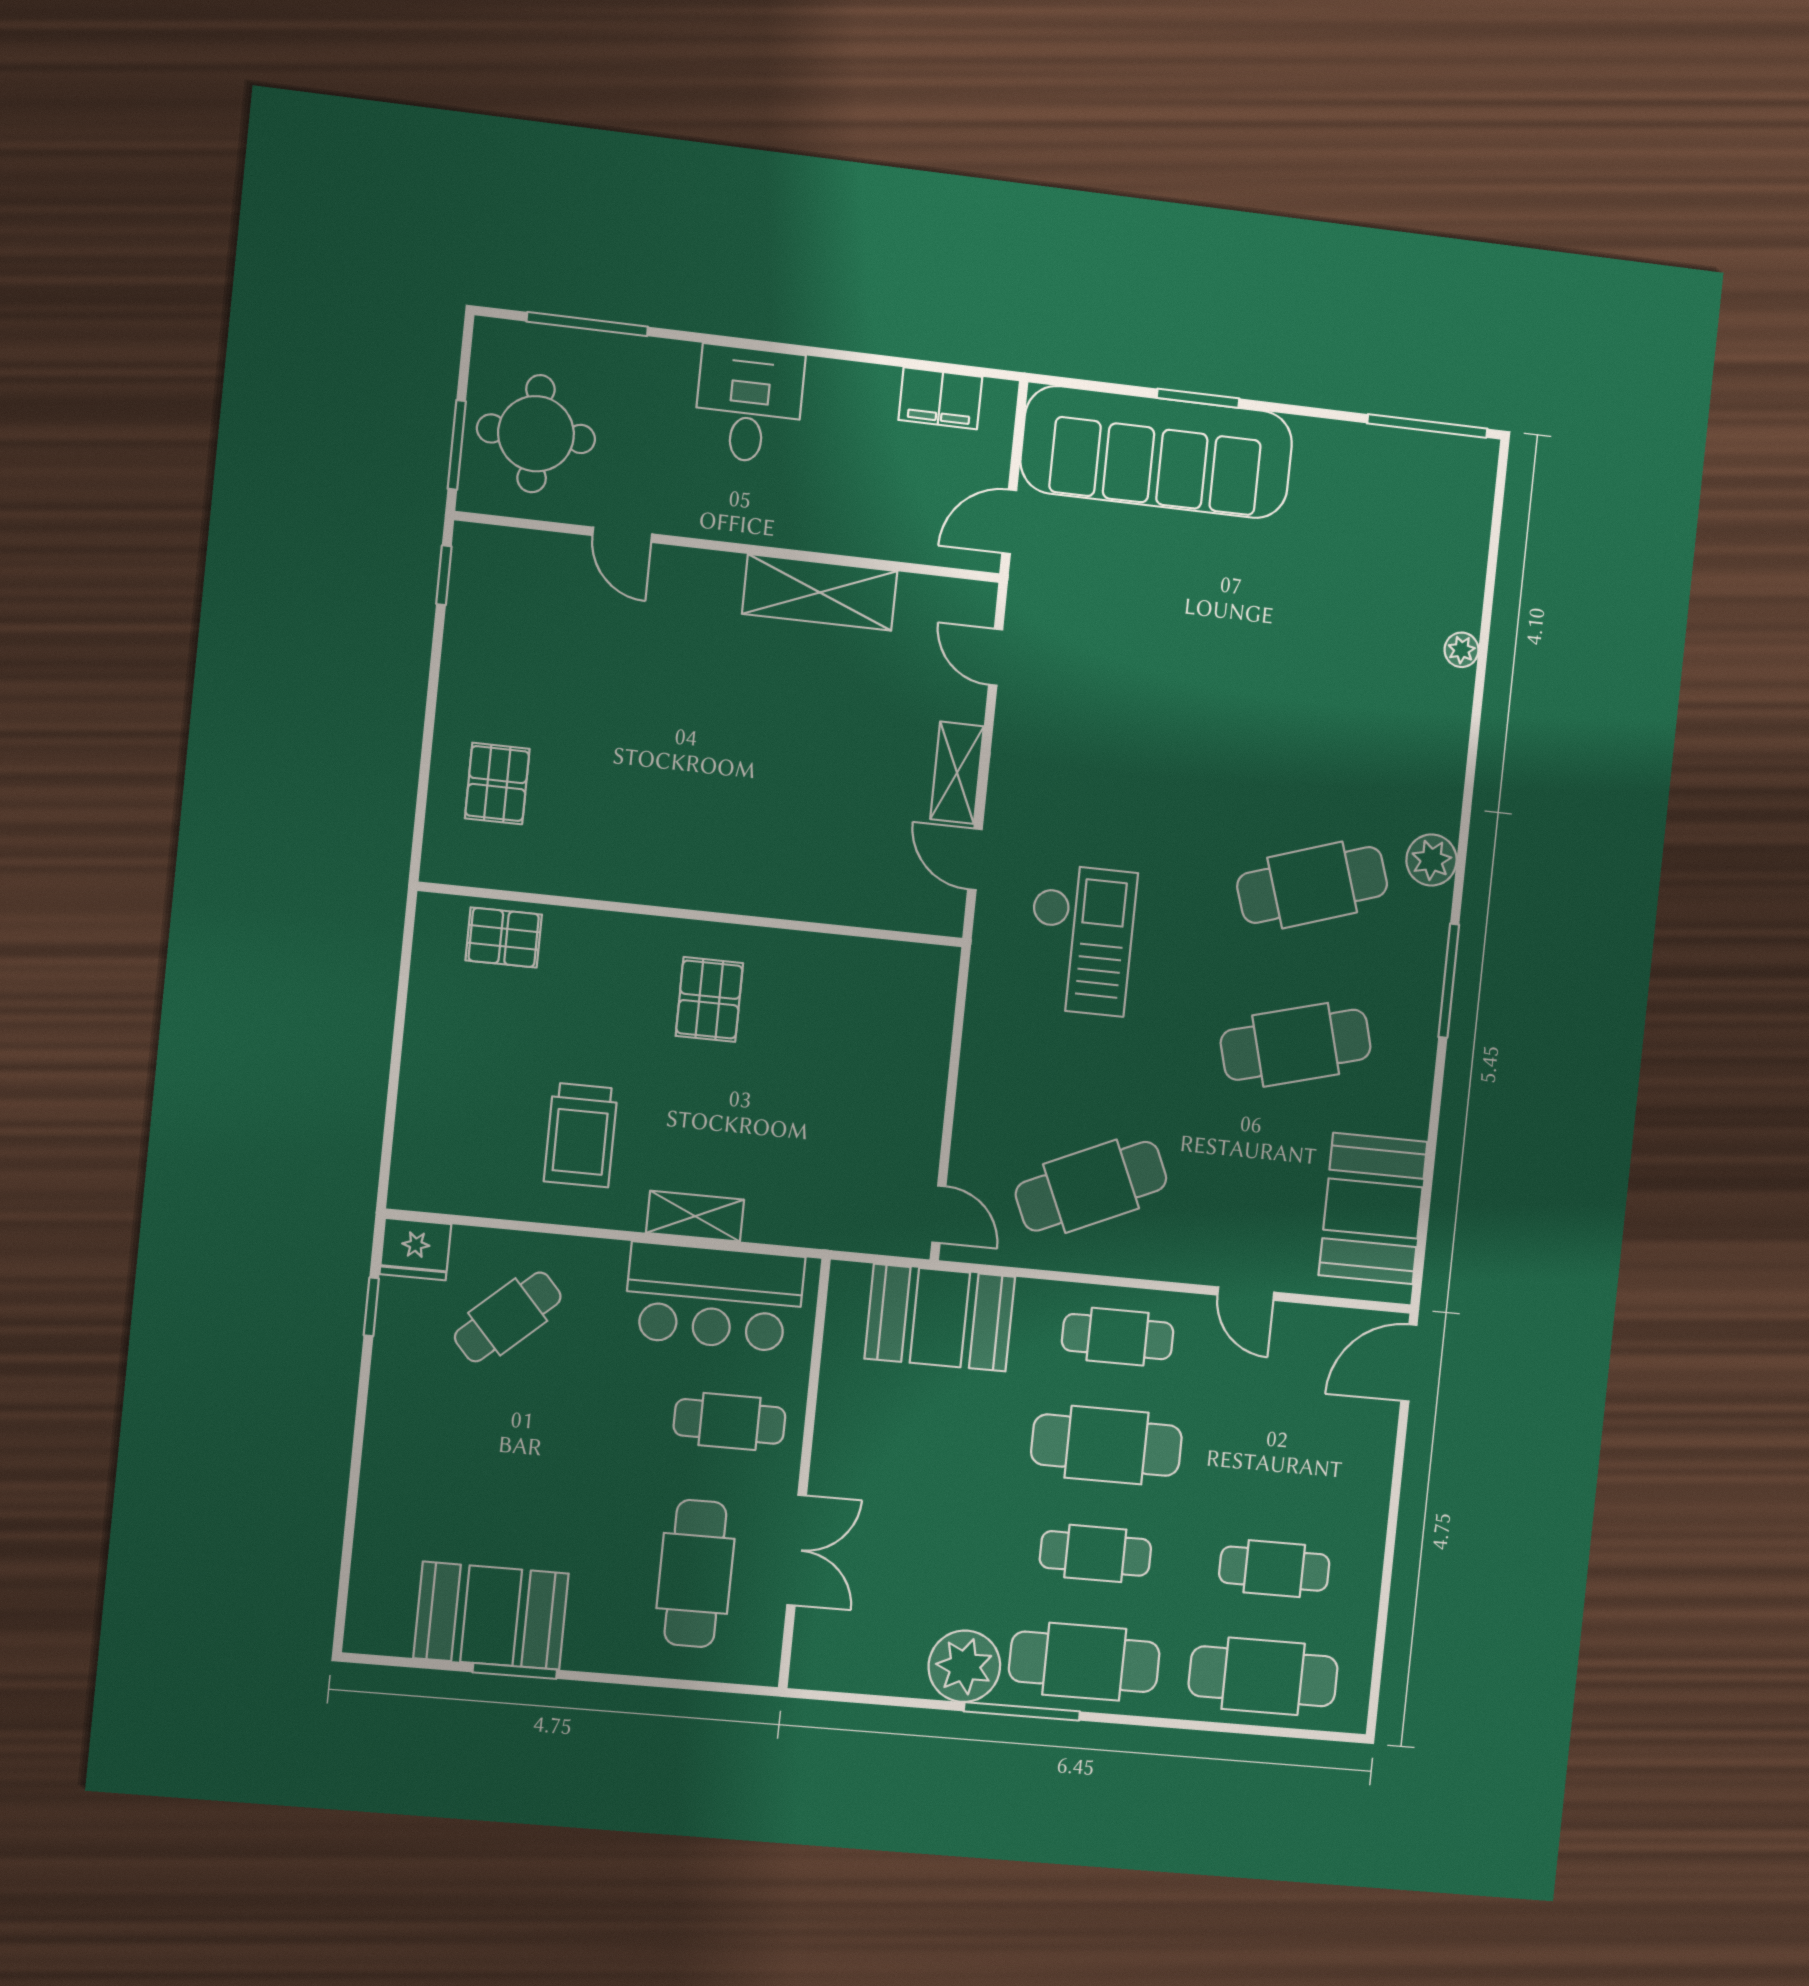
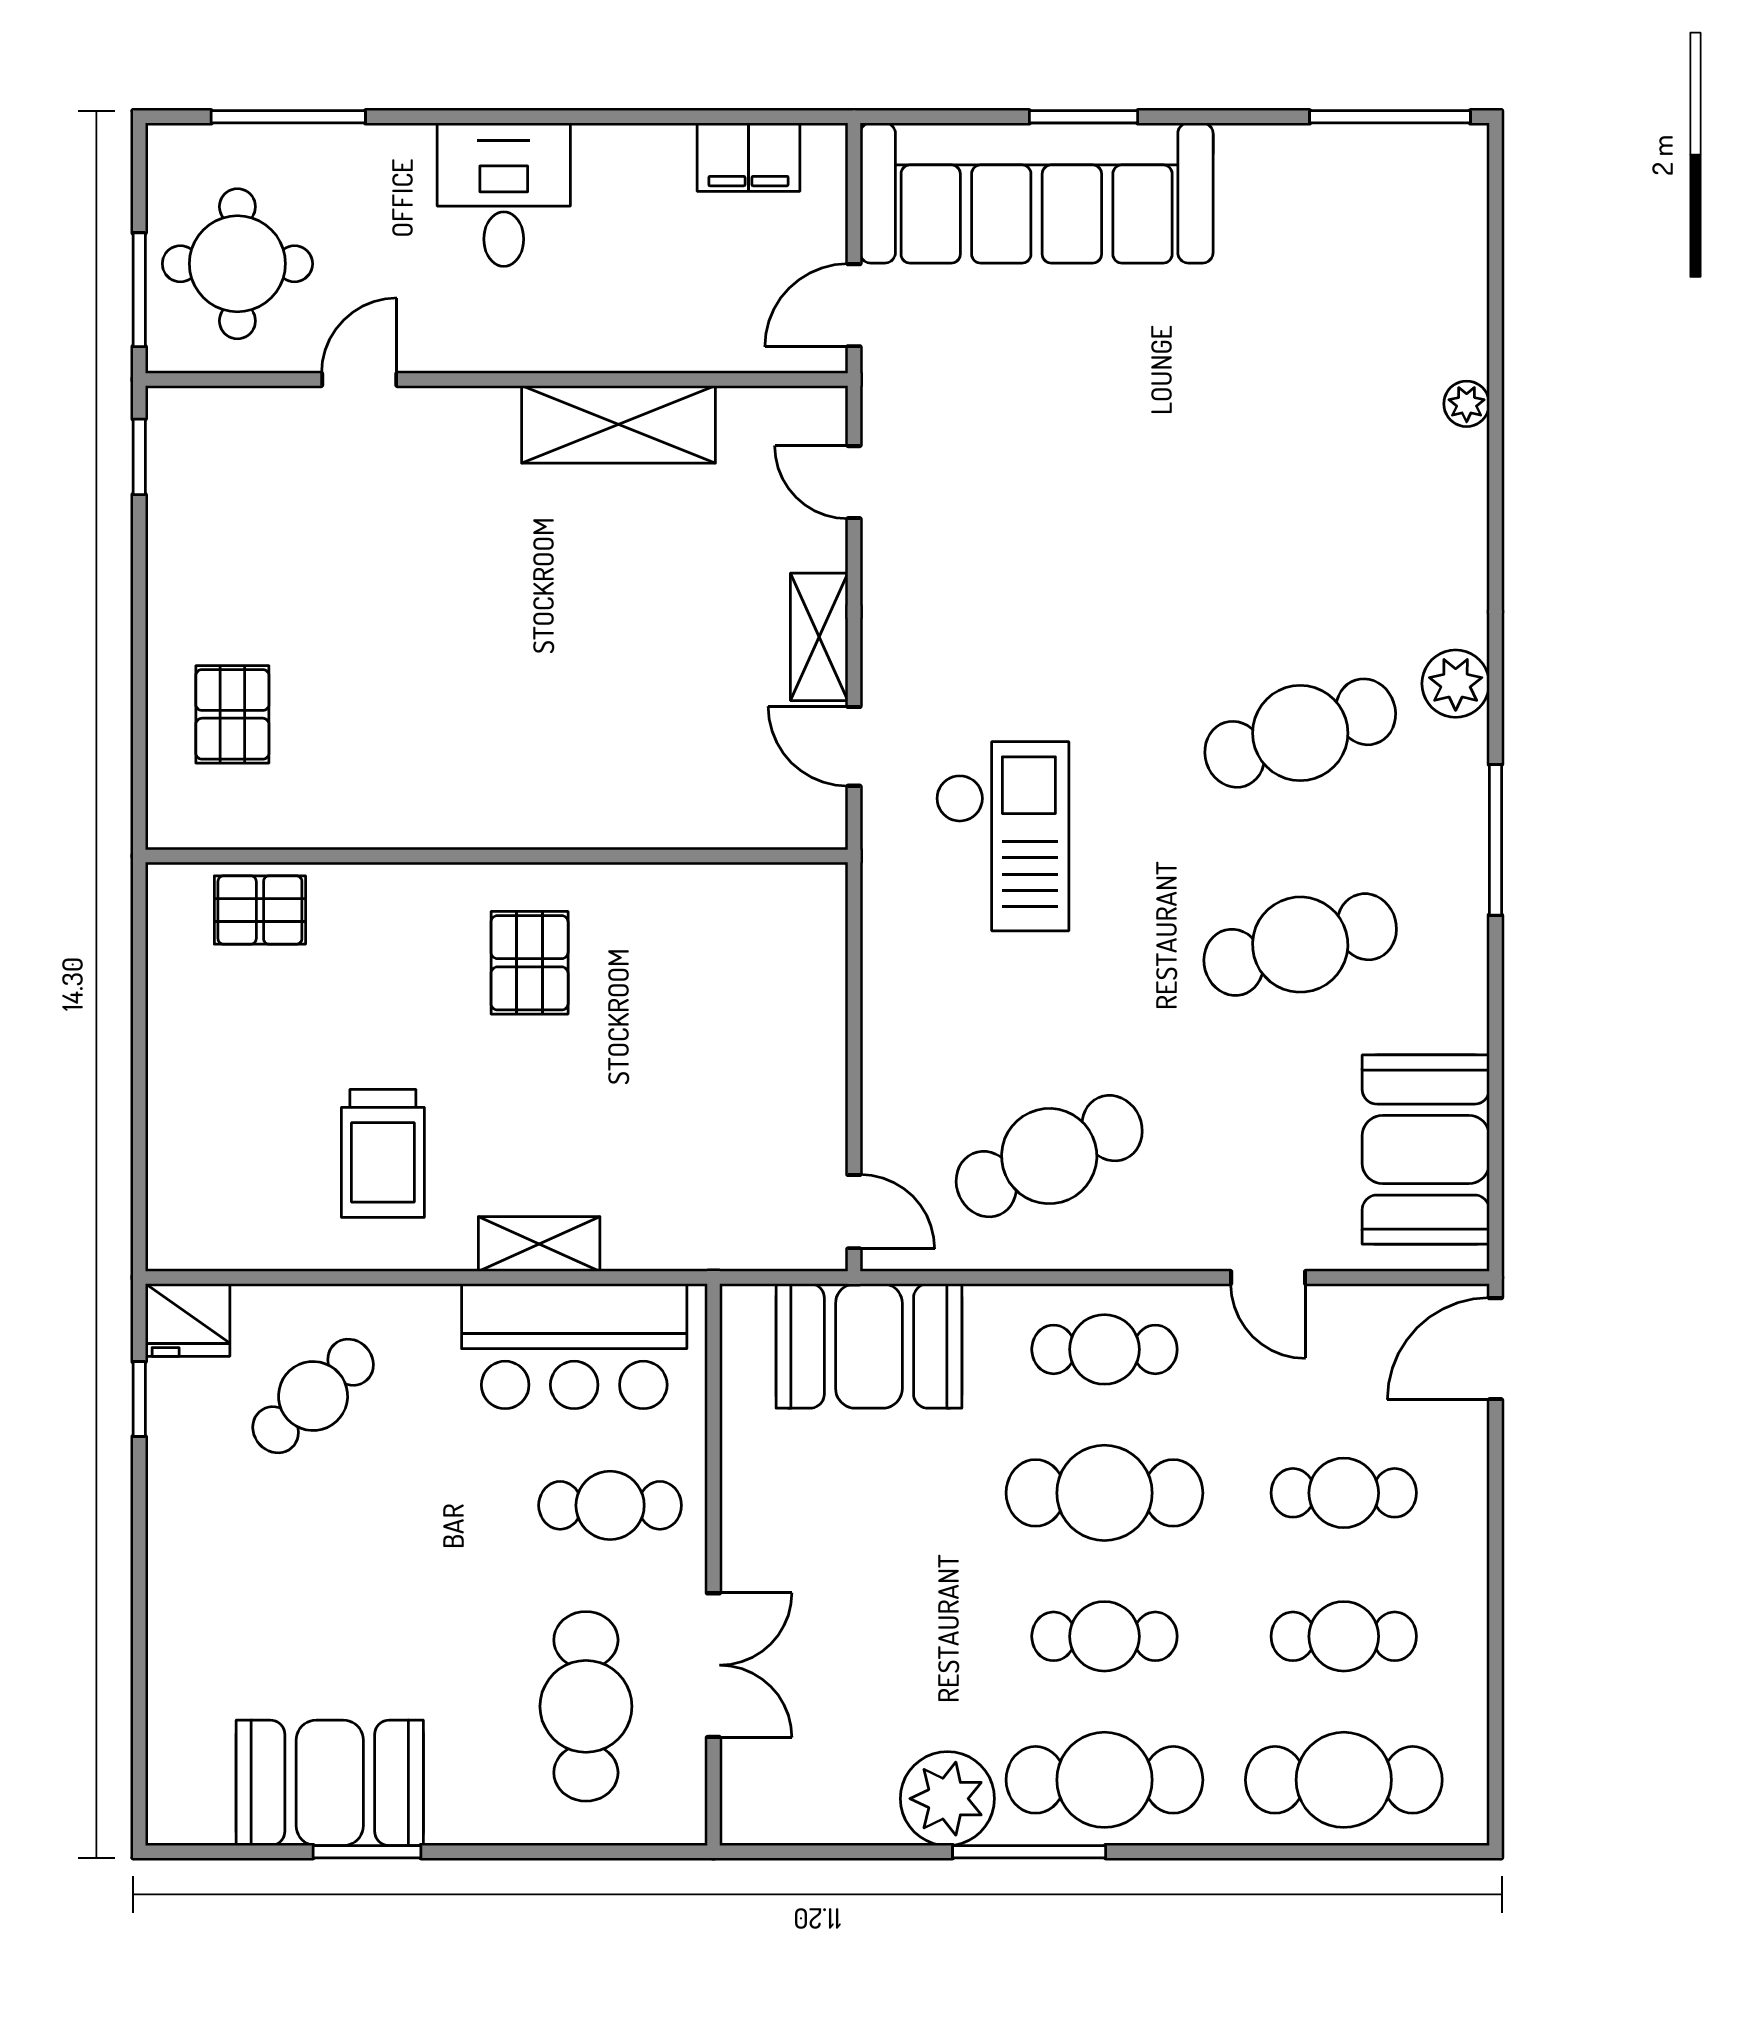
door: (622, 535) -> (359, 379), swing flipped
cafe table: (1285, 1461) -> (1344, 1493), added

